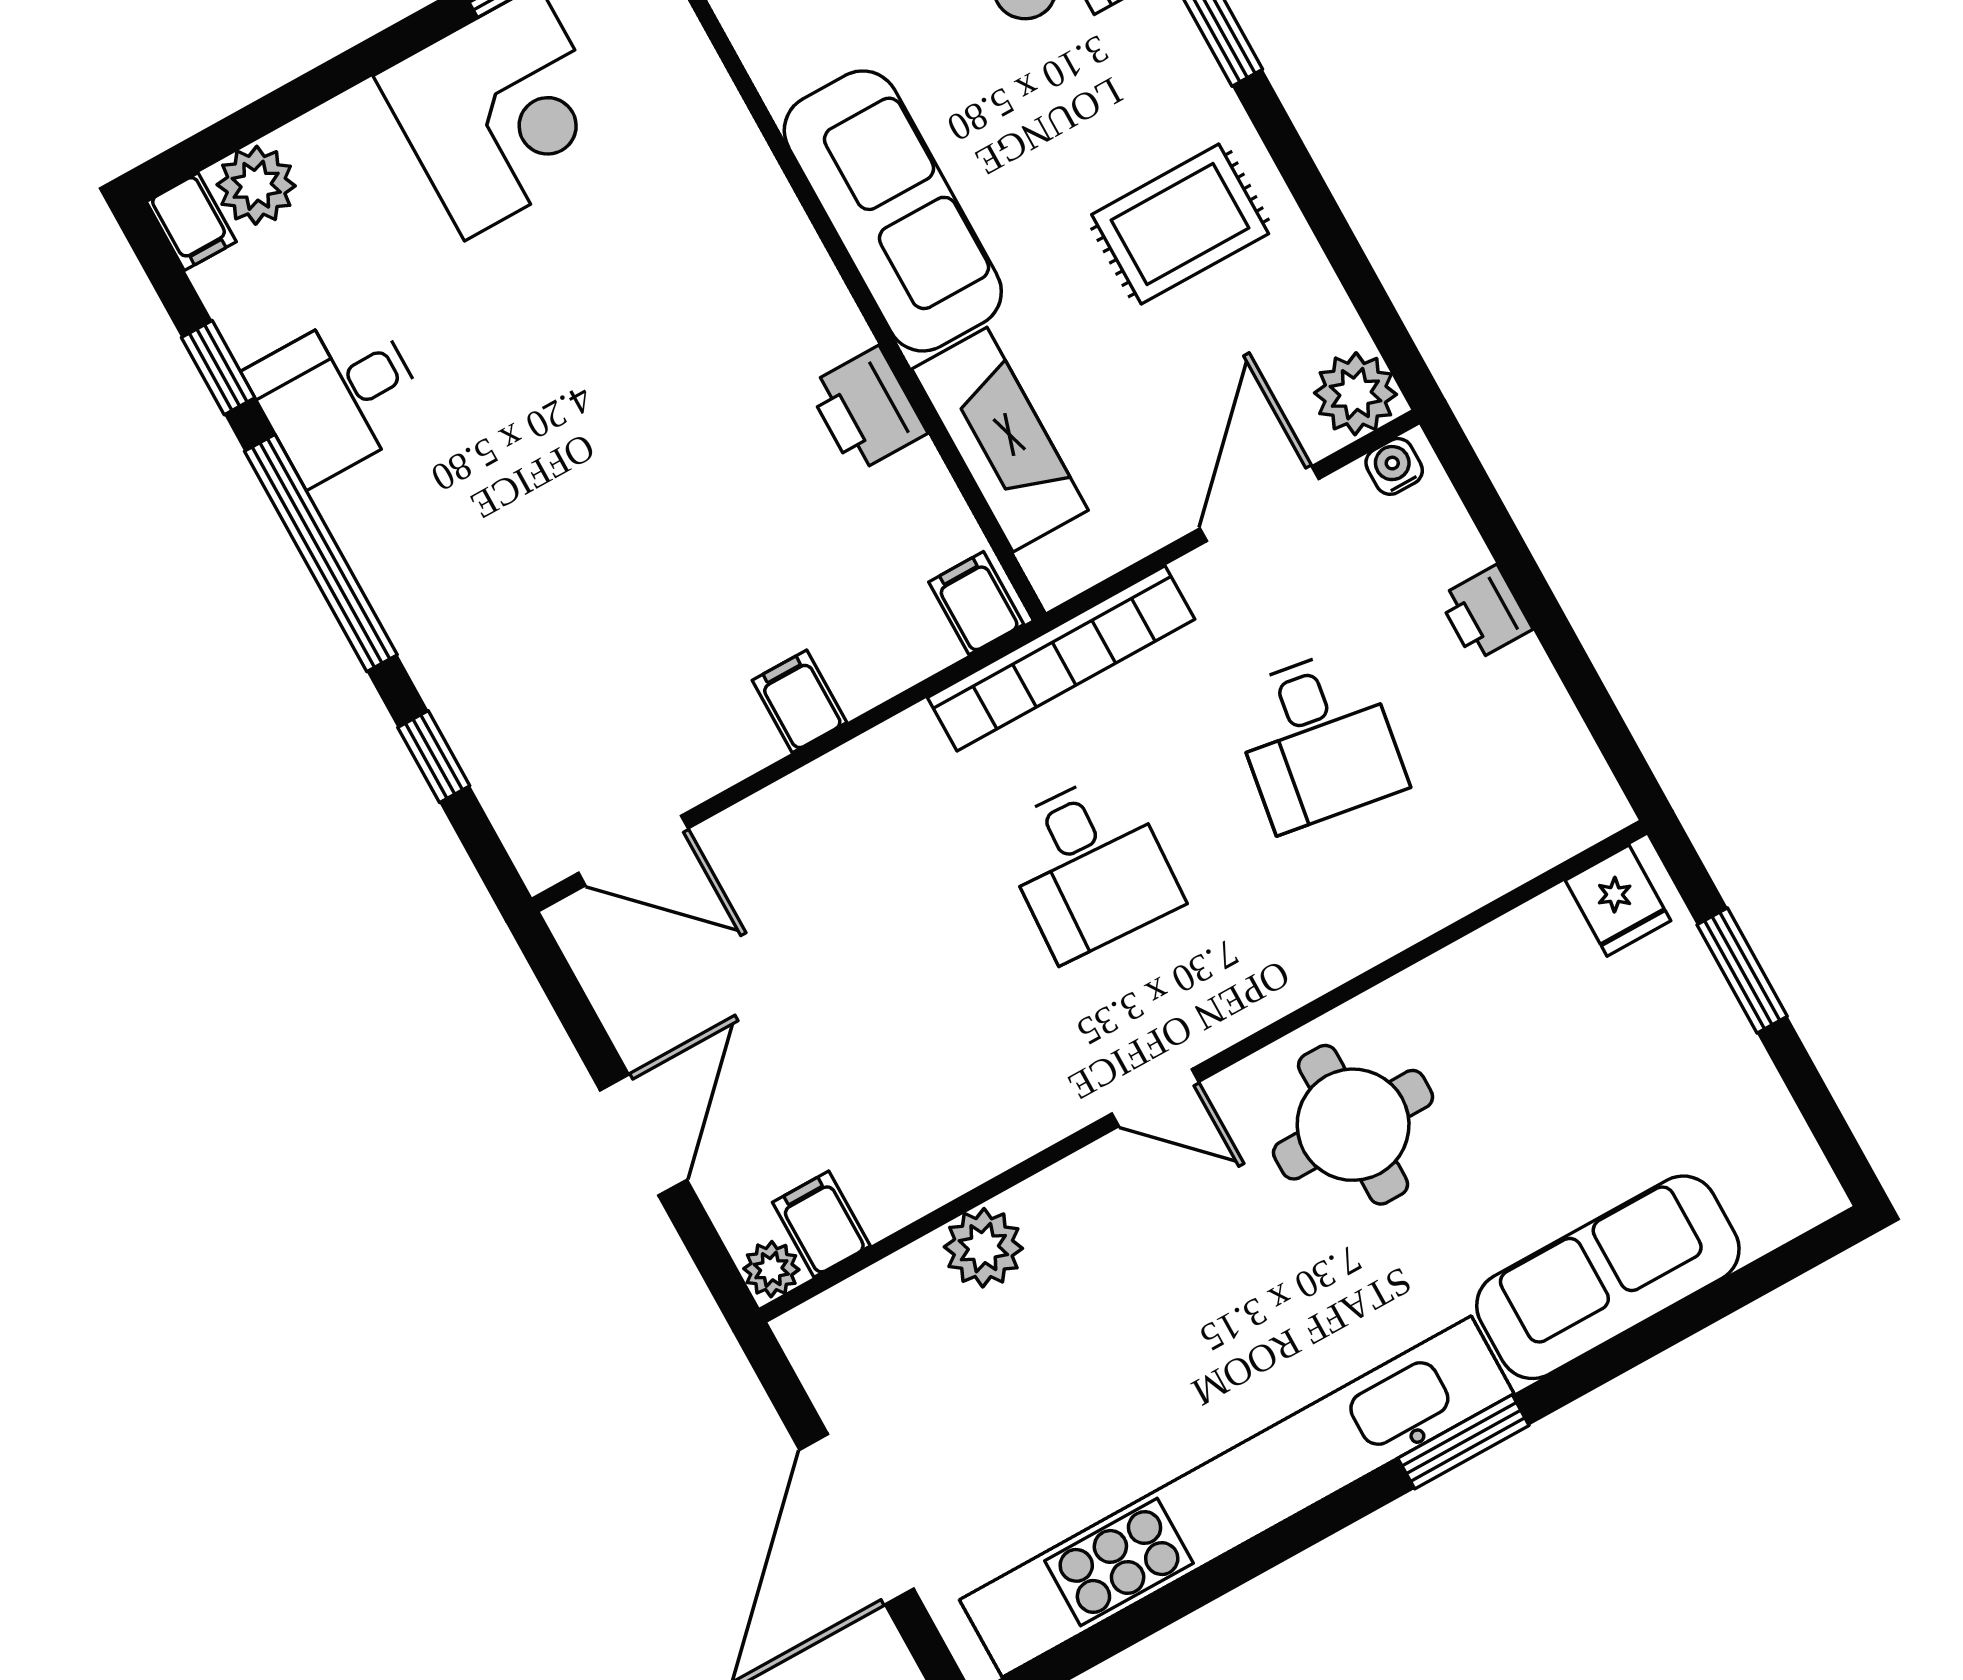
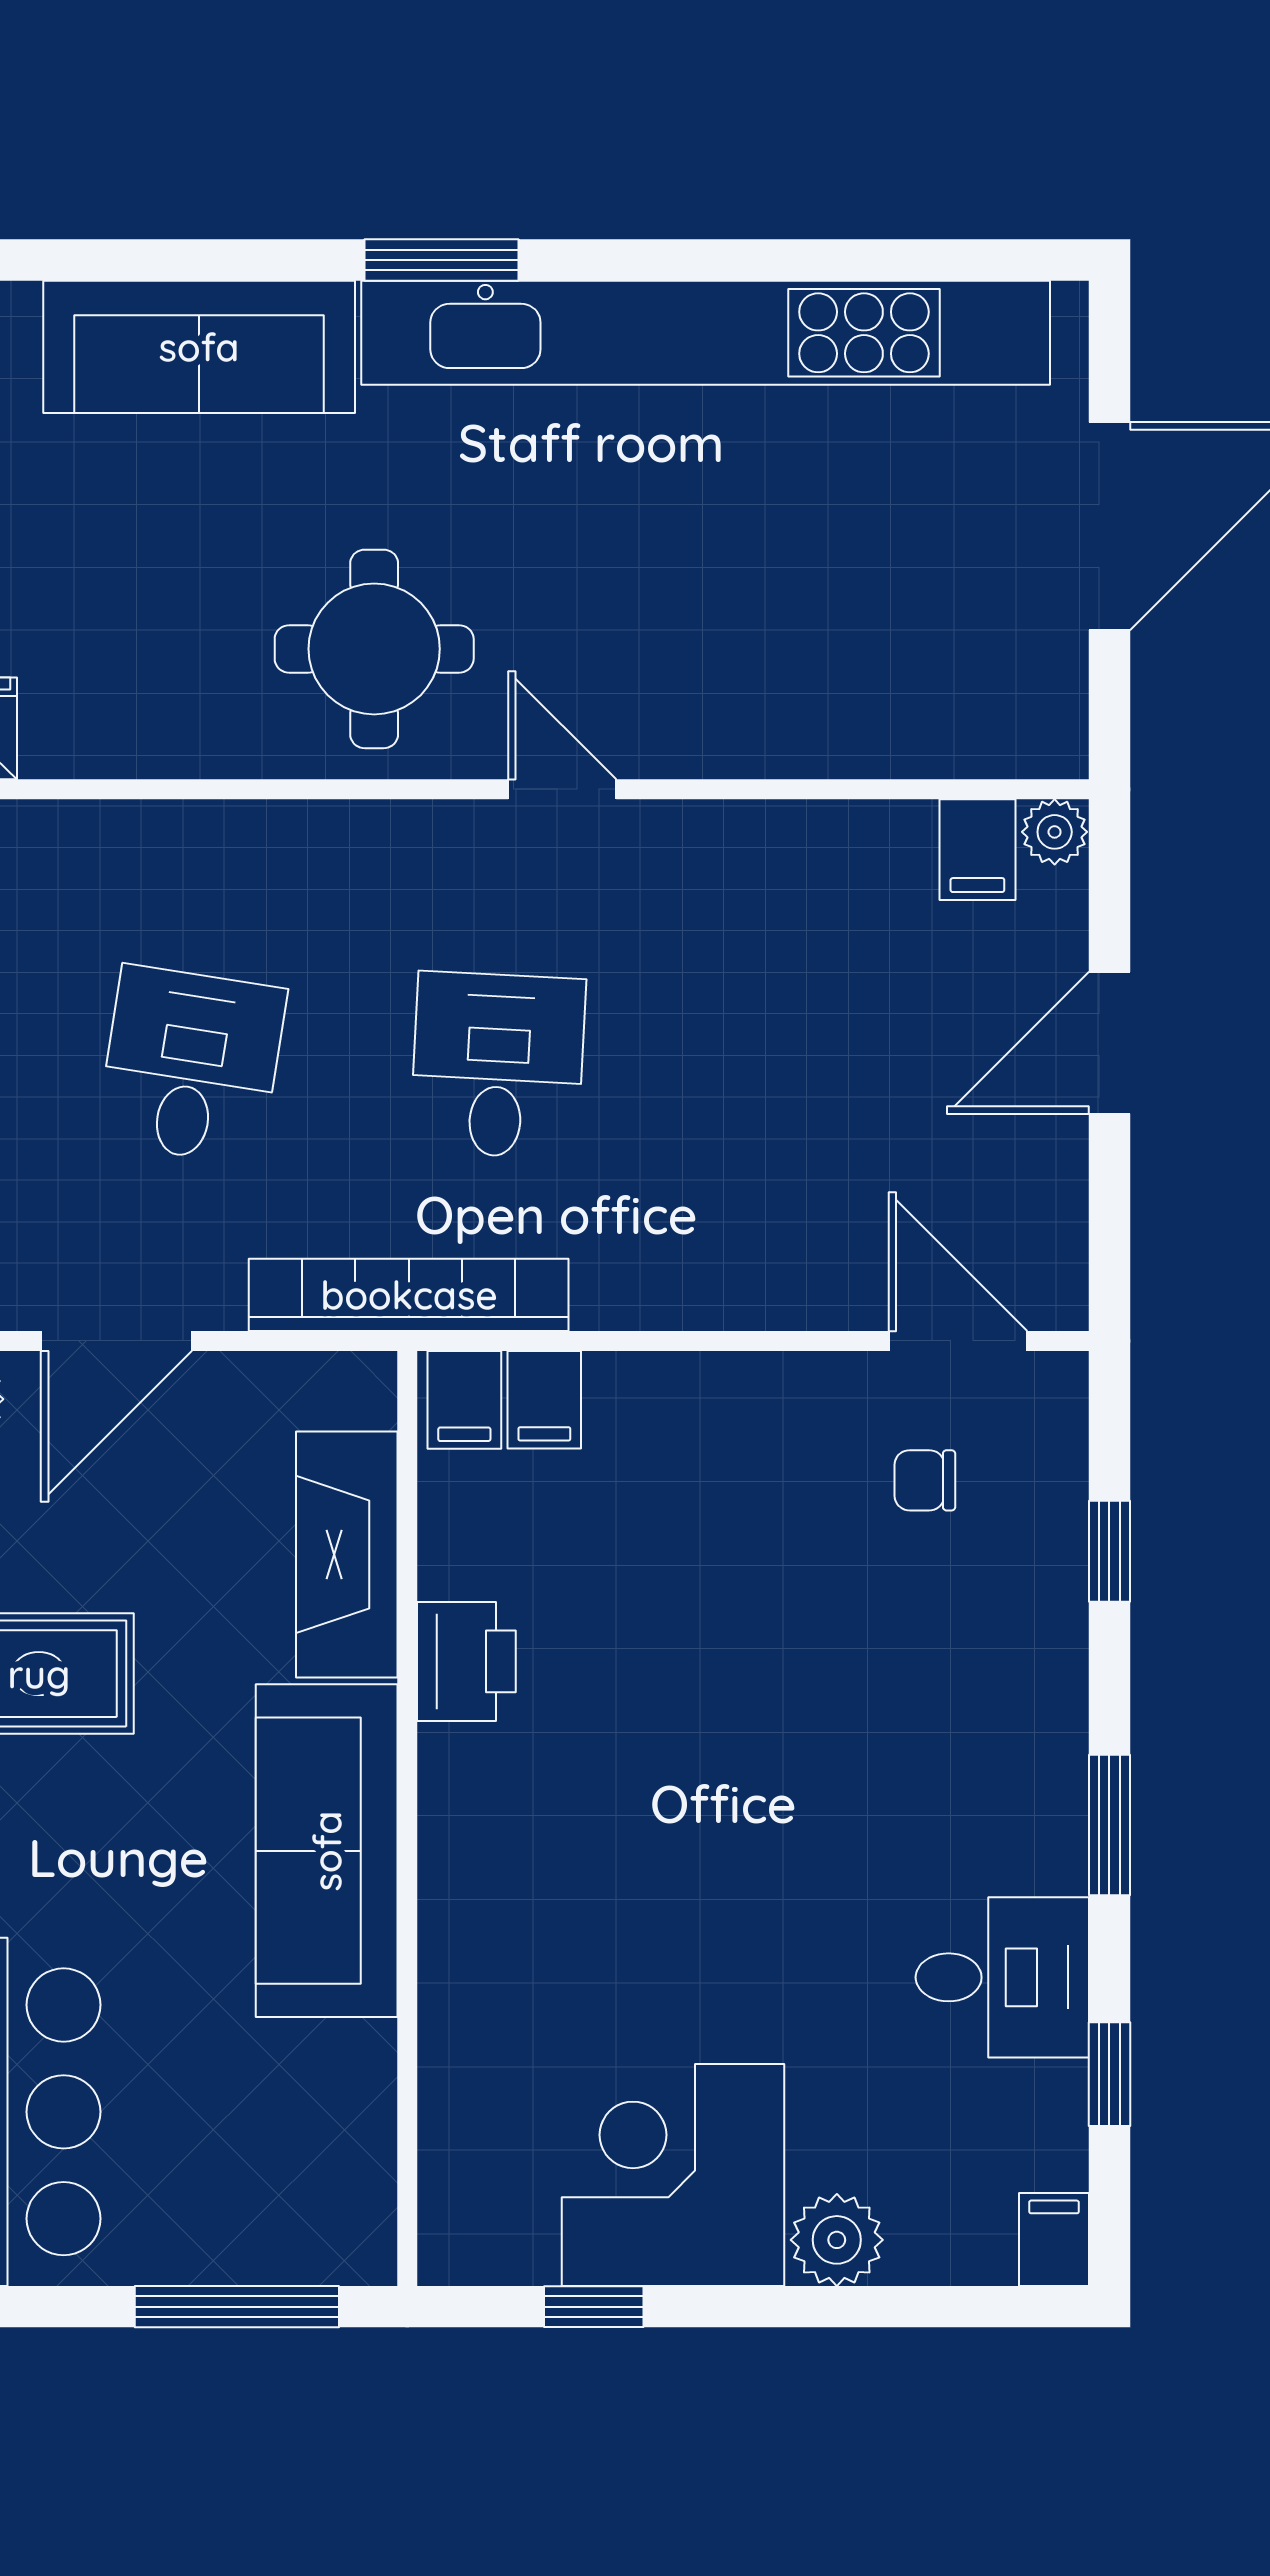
plant: (256, 185) -> (837, 2240), moved
window: (321, 553) -> (1109, 1825), width x0.47
filing cabinet: (800, 701) -> (544, 1400), moved
chair: (600, 733) -> (925, 1480), added
plant: (983, 1248) -> (824, 733), removed

